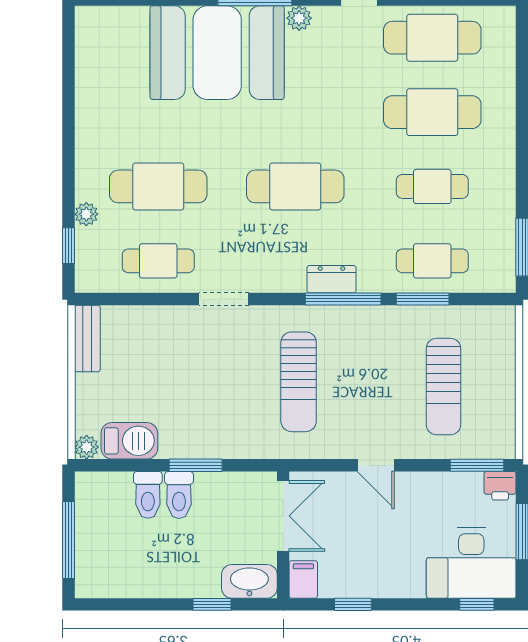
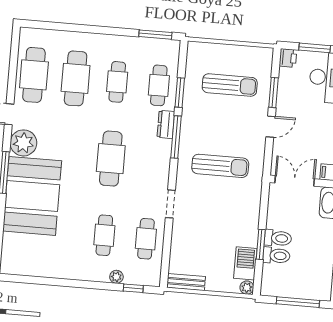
plant: (299, 18) -> (23, 143), width x1.87, depth x1.87
cafe table: (158, 186) -> (104, 235), width x0.73, depth x0.74
dresser: (332, 279) -> (166, 124), moved
window: (196, 465) -> (261, 244), moved
window: (477, 465) -> (273, 93), moved

